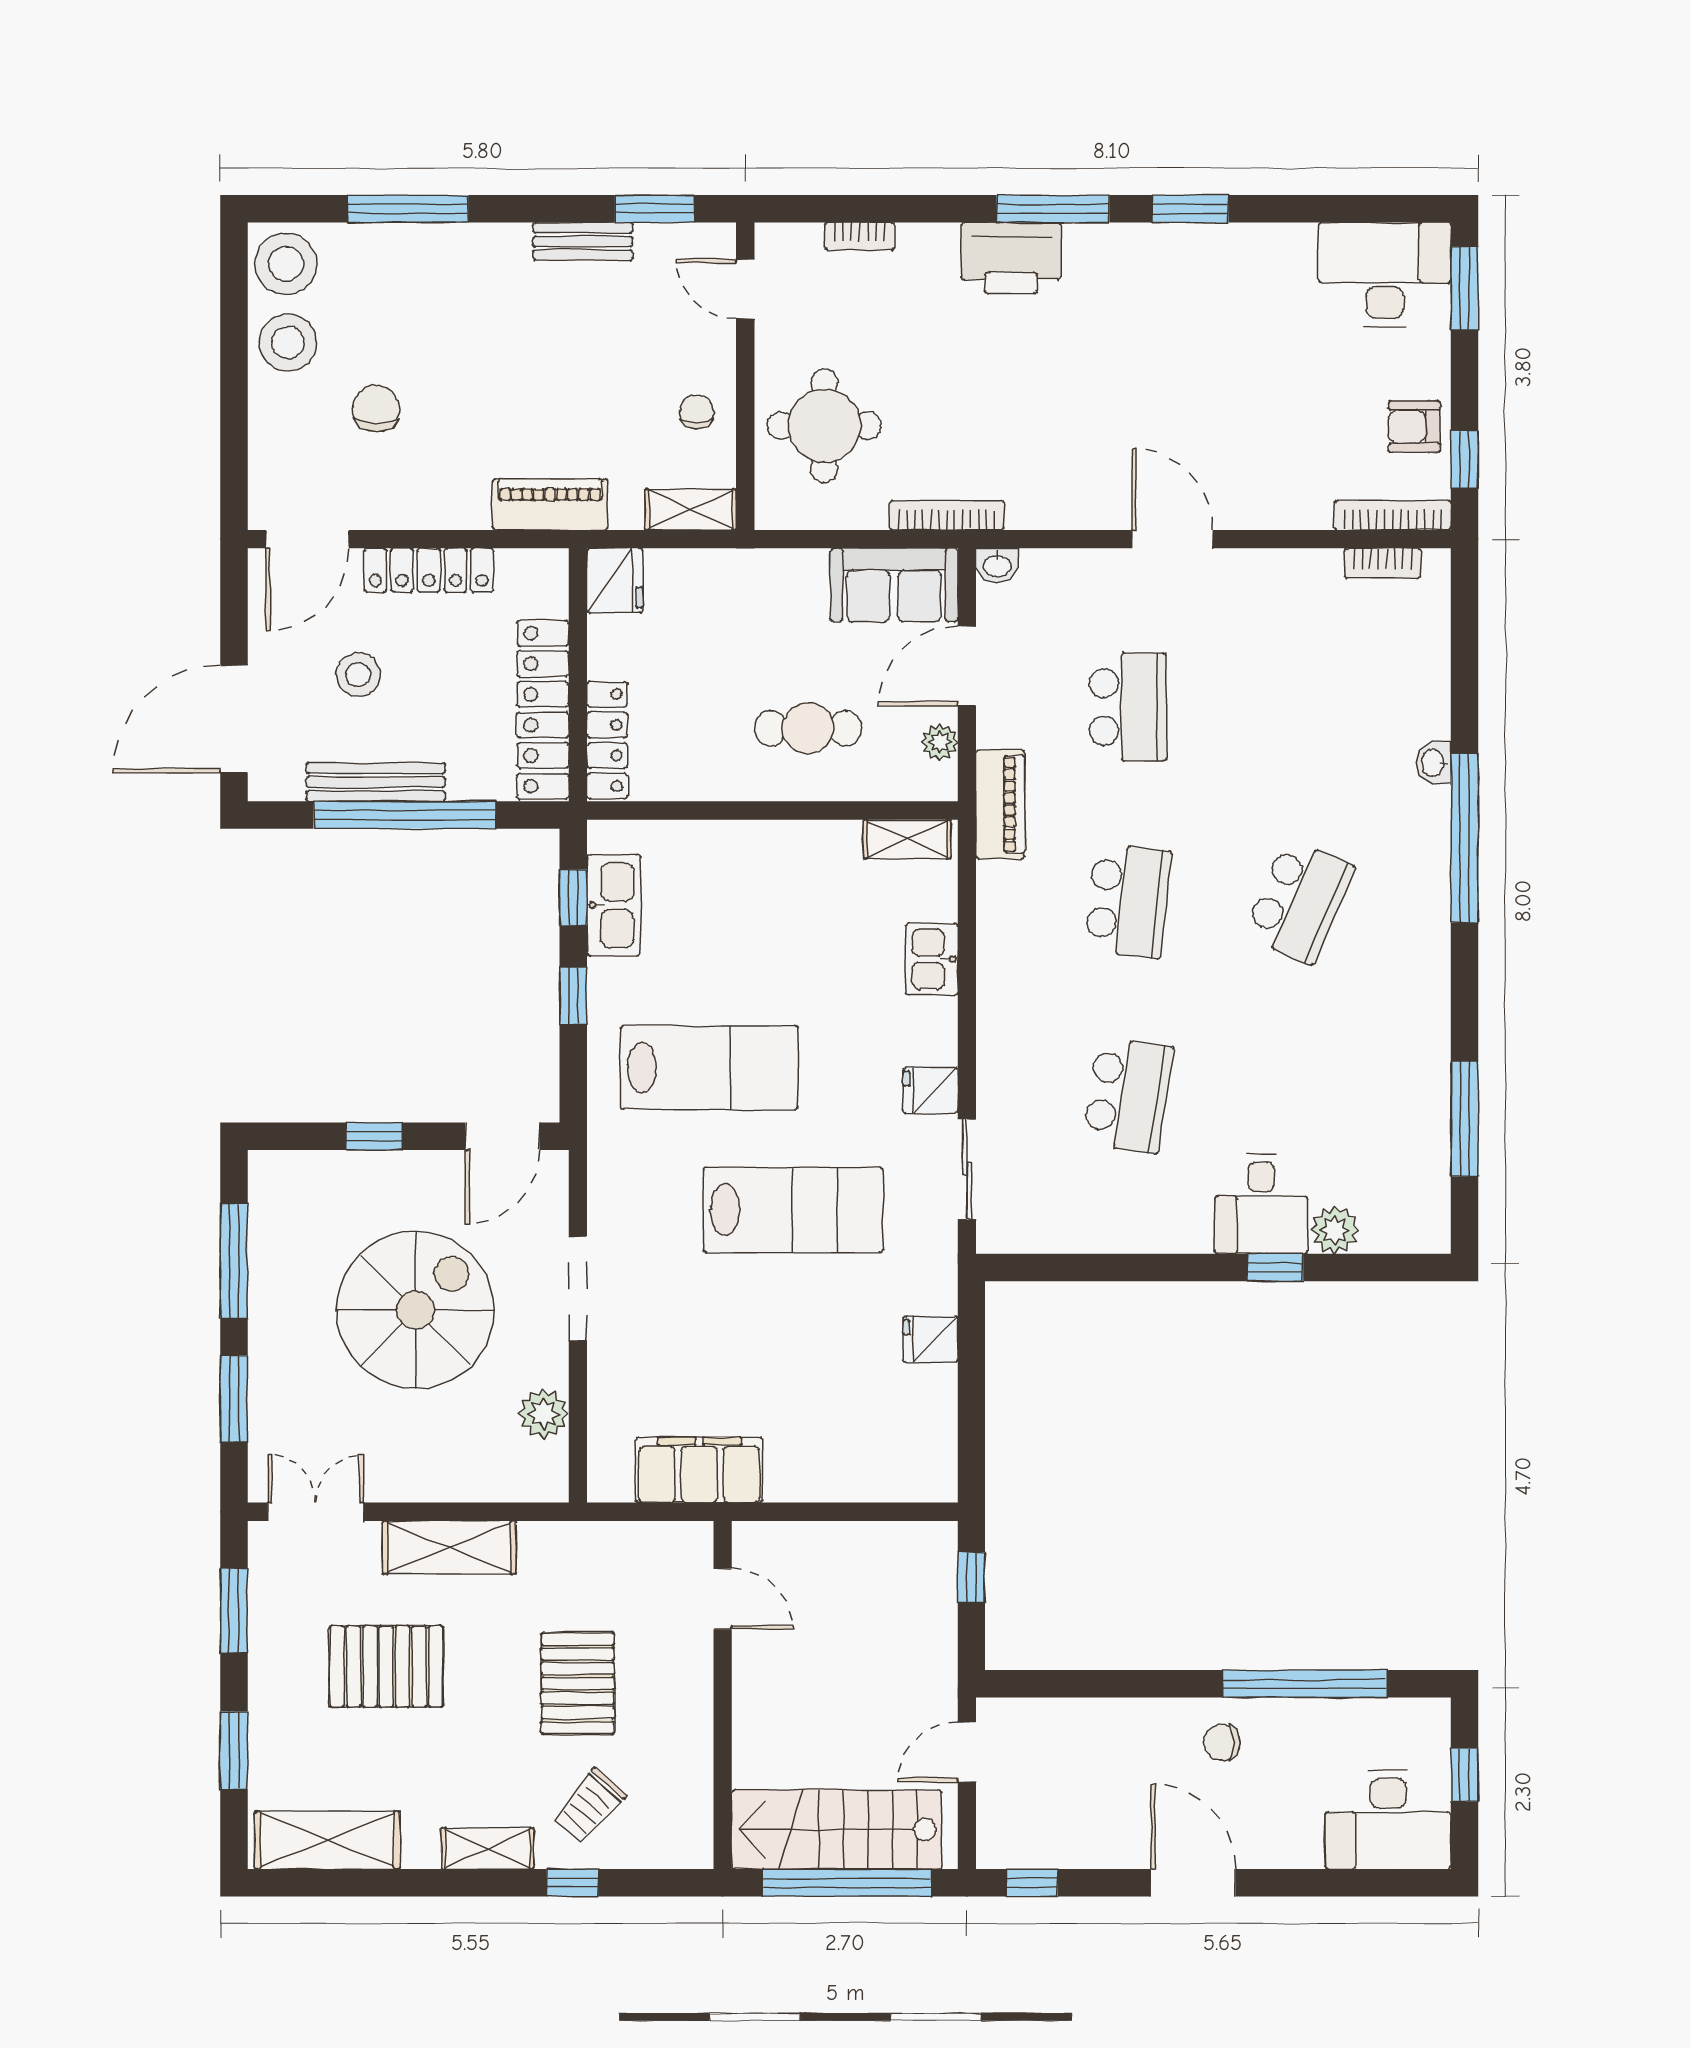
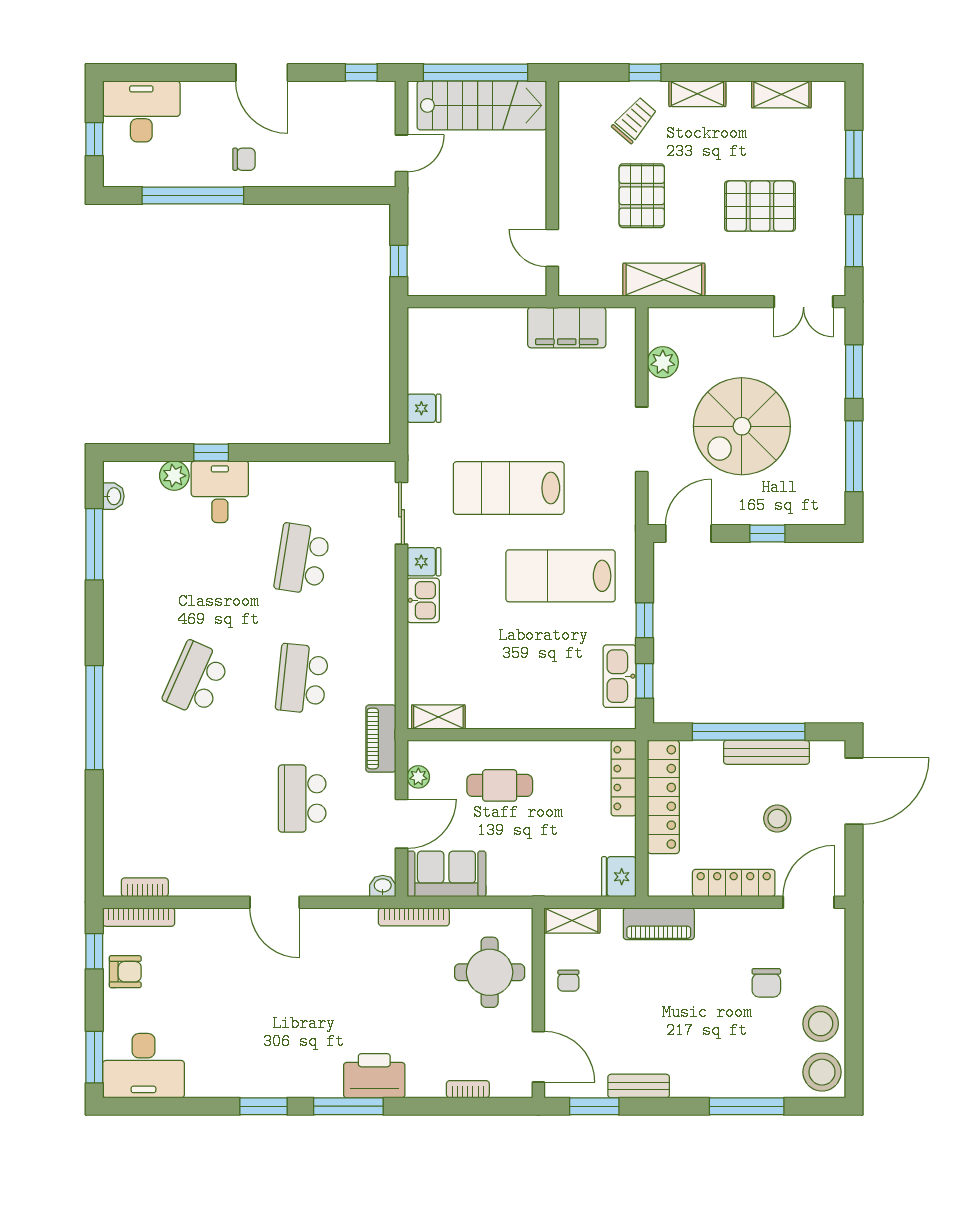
door: (745, 289) -> (538, 1057), width x1.38
washbasin: (1434, 763) -> (113, 496), moved
kitchen sink: (932, 959) -> (423, 600), moved
shelving: (449, 1547) -> (664, 280), moved
shelving: (327, 1840) -> (781, 94), width x0.67, depth x0.75

